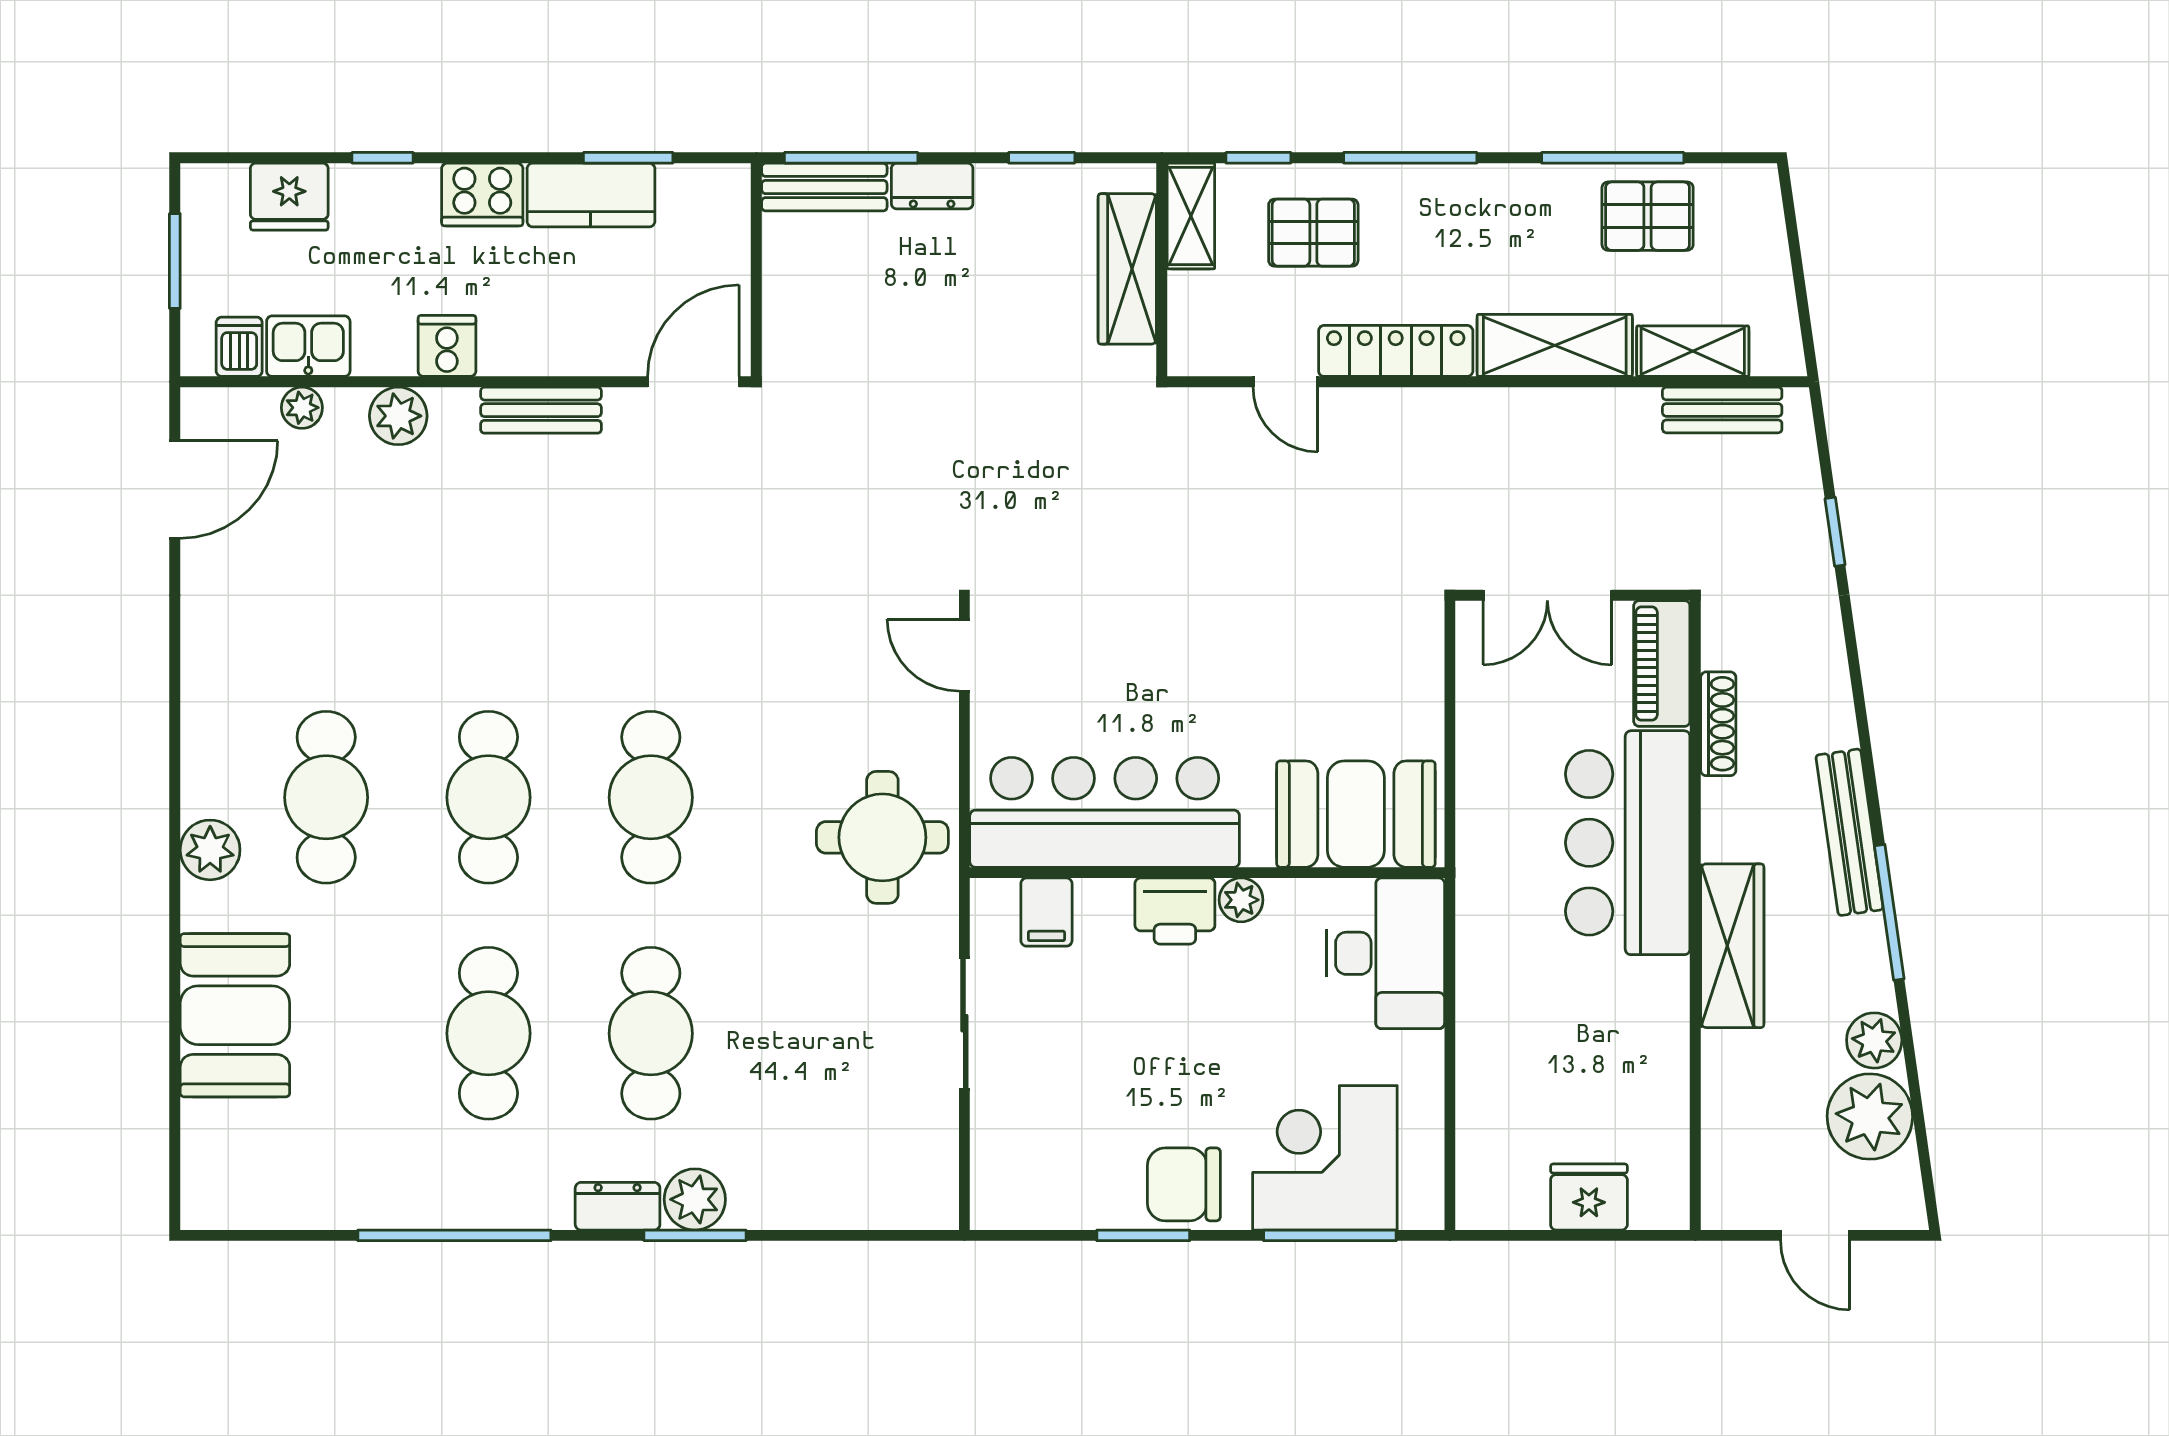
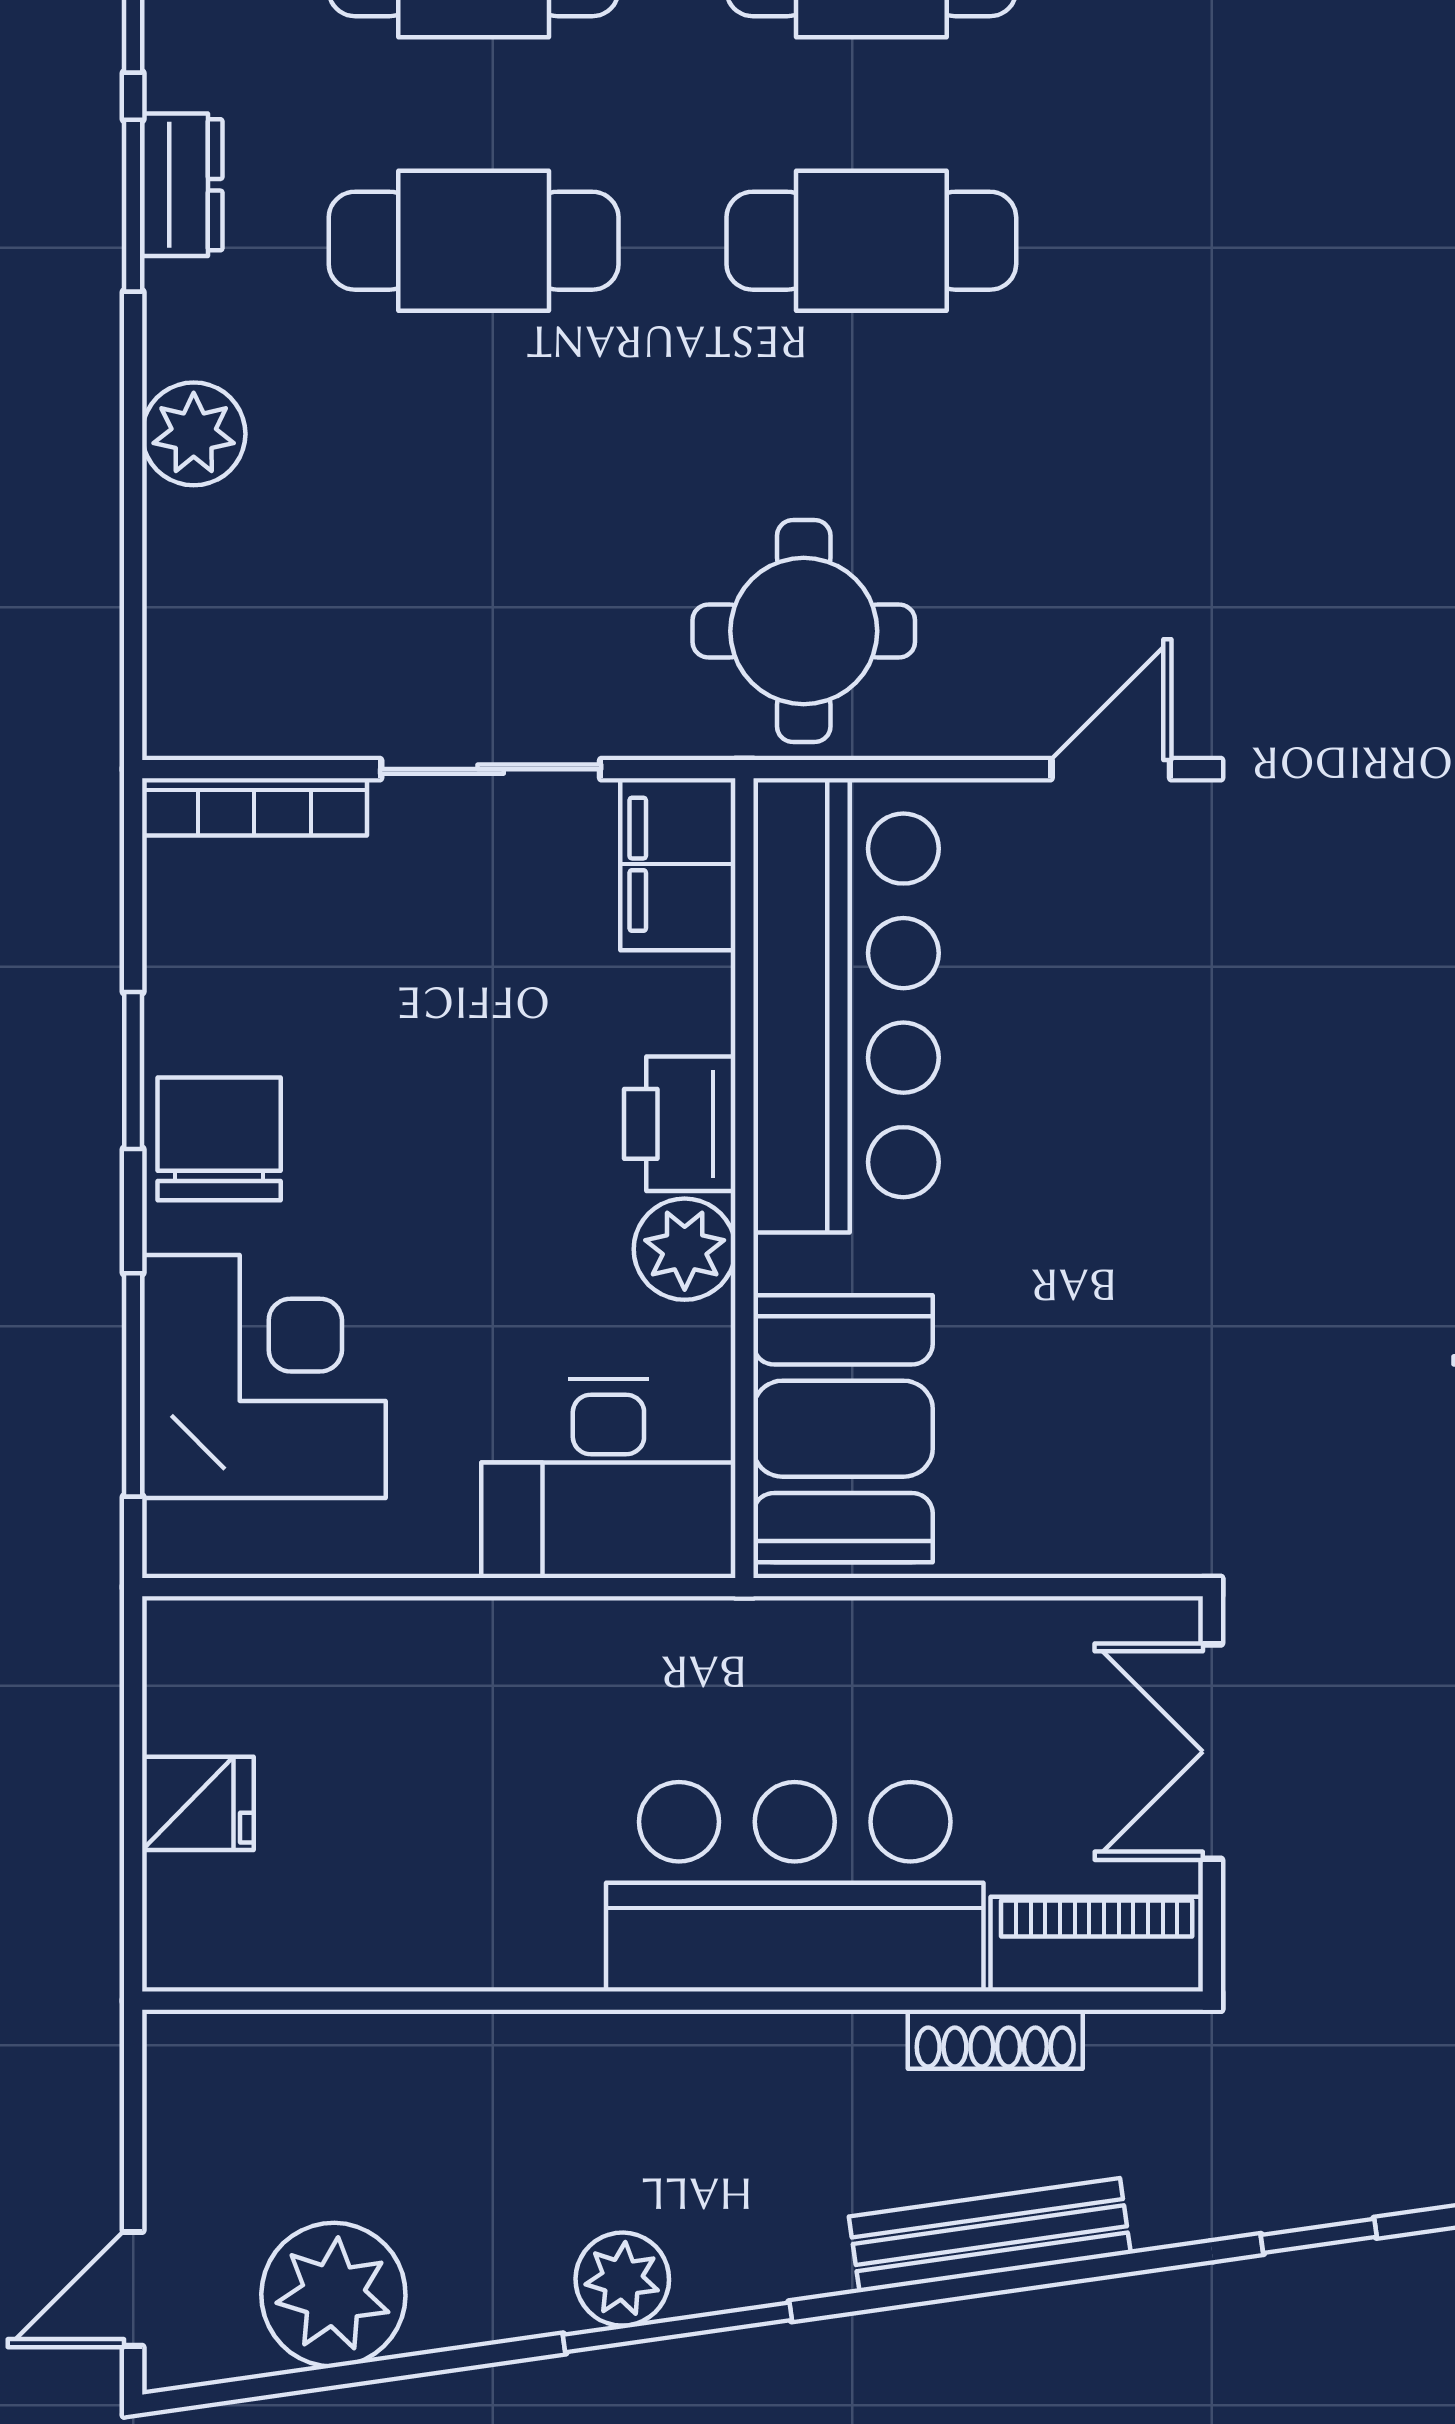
bench: (1849, 832) -> (990, 2235), moved
plant: (1241, 900) -> (685, 1249), width x1.38, depth x1.38
filing cabinet: (1046, 912) -> (678, 864), width x2.00
wardrobe: (1732, 946) -> (621, 2063), removed
plant: (1874, 1040) -> (622, 2279), moved
bookcase: (987, 1163) -> (254, 807), added
fridge: (1589, 1197) -> (198, 1803), width x0.72
plant: (695, 1199) -> (194, 434), moved
window: (695, 1235) -> (133, 206), moved
door: (1815, 1235) -> (133, 2289), moved

